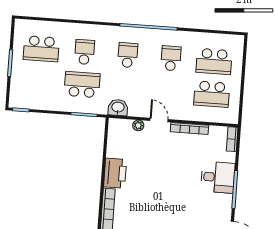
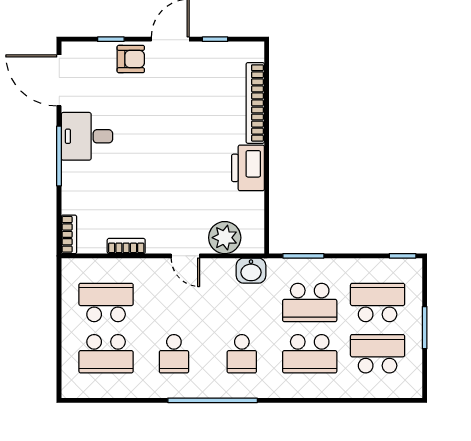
school desk: (85, 52) -> (310, 354), width x1.85
school desk: (214, 61) -> (106, 354), turned 180
school desk: (39, 81) -> (378, 302), added
plant: (138, 125) -> (225, 238), width x1.87, depth x1.87
bookcase: (189, 129) -> (126, 246), width x0.64
desk: (218, 177) -> (87, 136), moved

